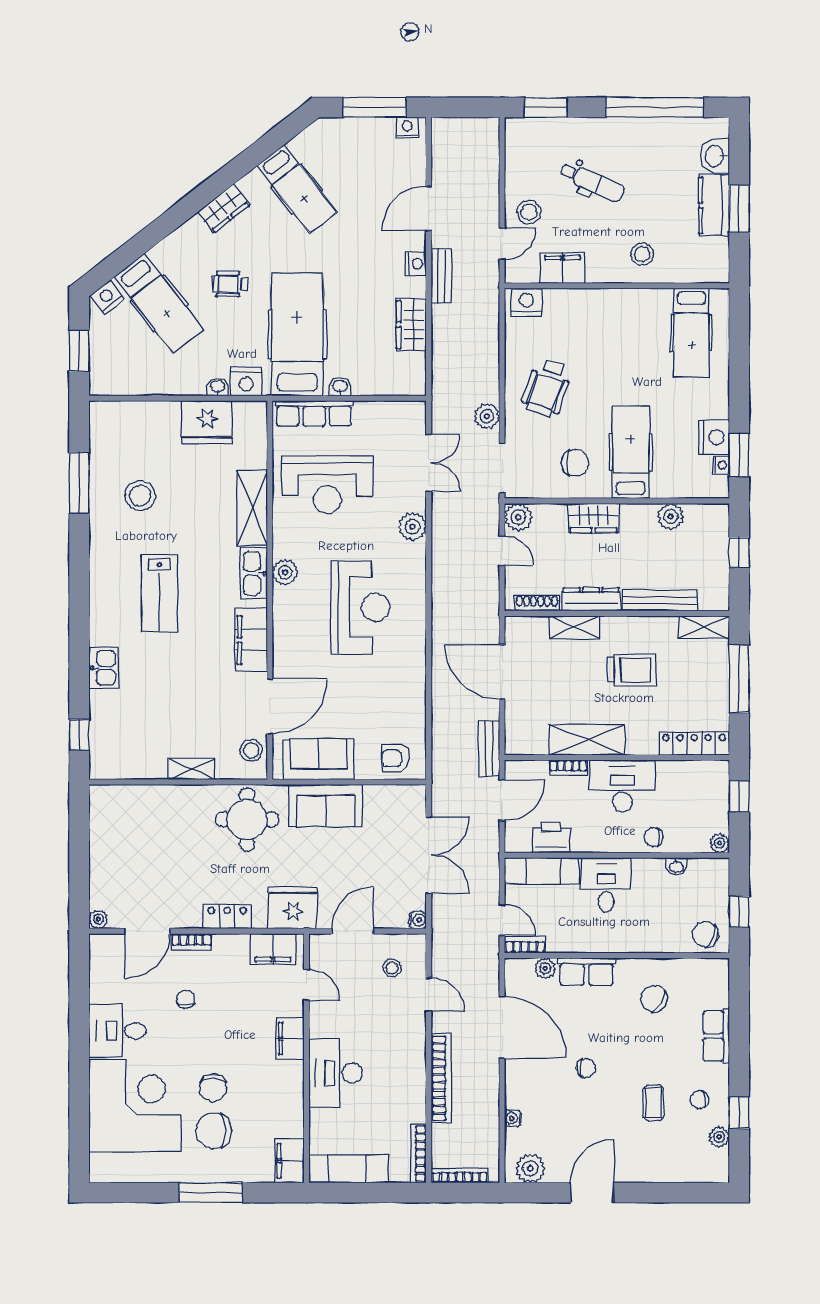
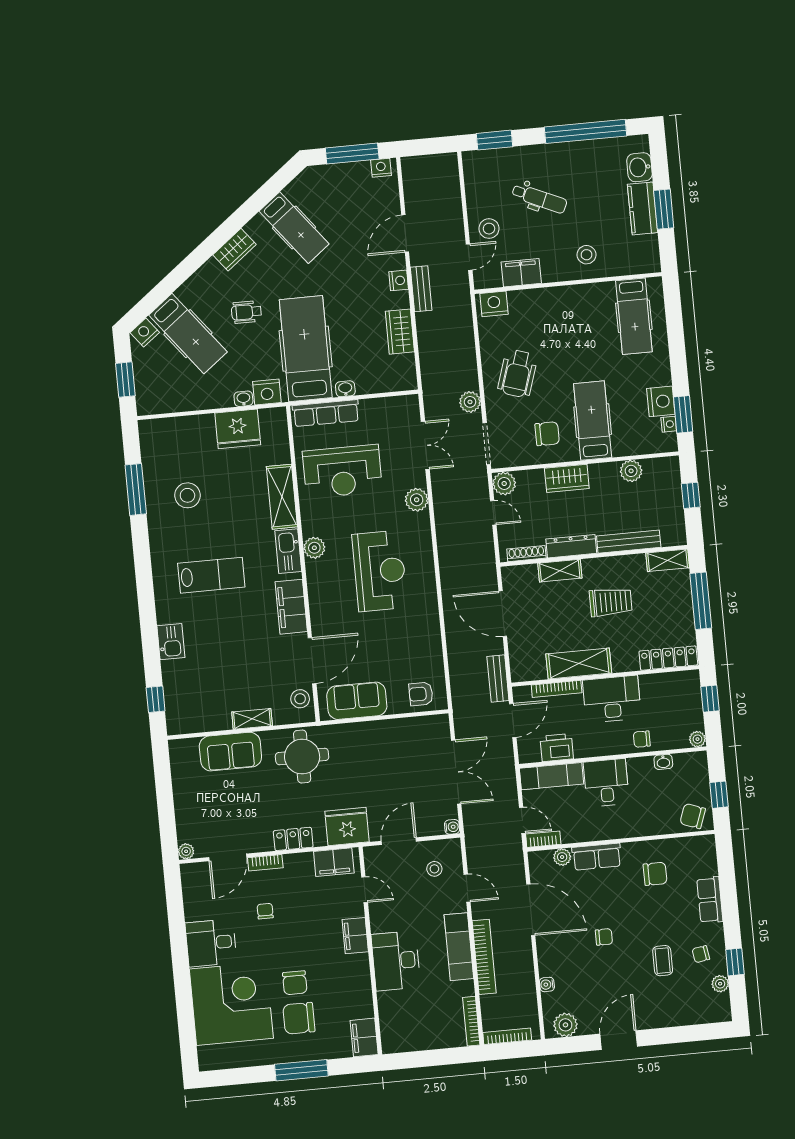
lab bench: (159, 593) -> (211, 575), turned -90
bookcase: (568, 768) -> (557, 689), width x1.56
sofa: (326, 805) -> (230, 752), moved
chair: (654, 999) -> (655, 874), turned 147
exam couch: (349, 1169) -> (459, 947), moved, turned -90

